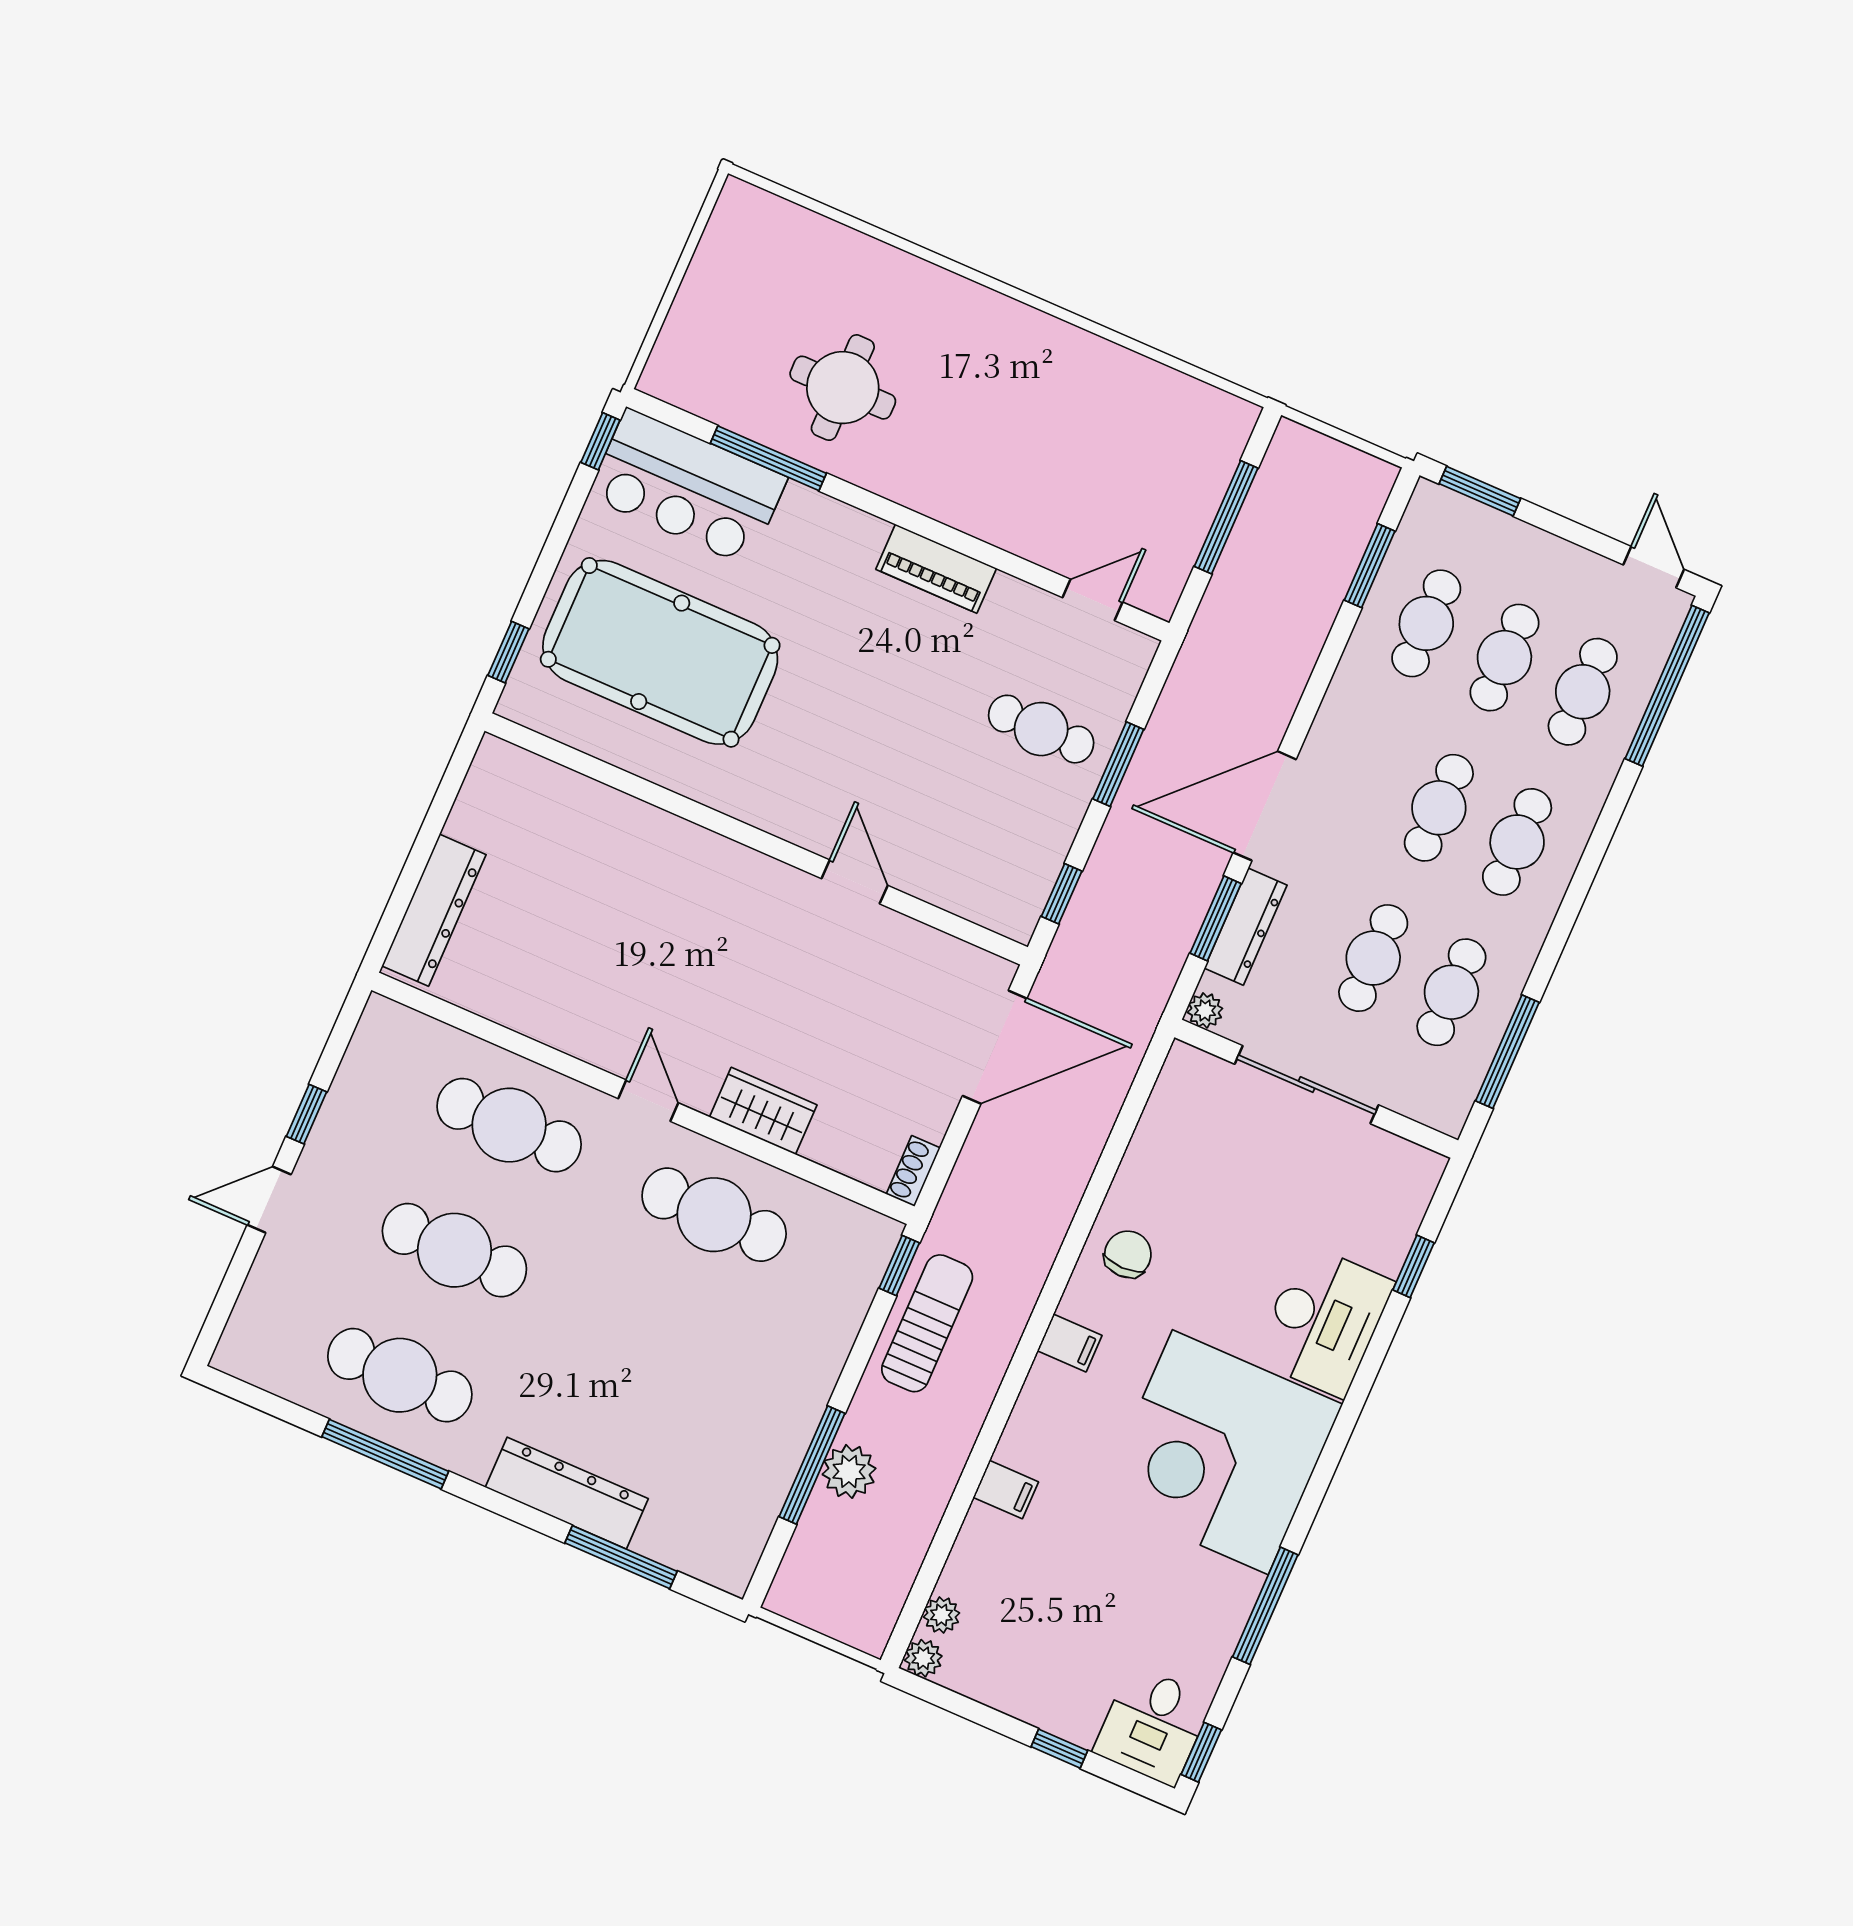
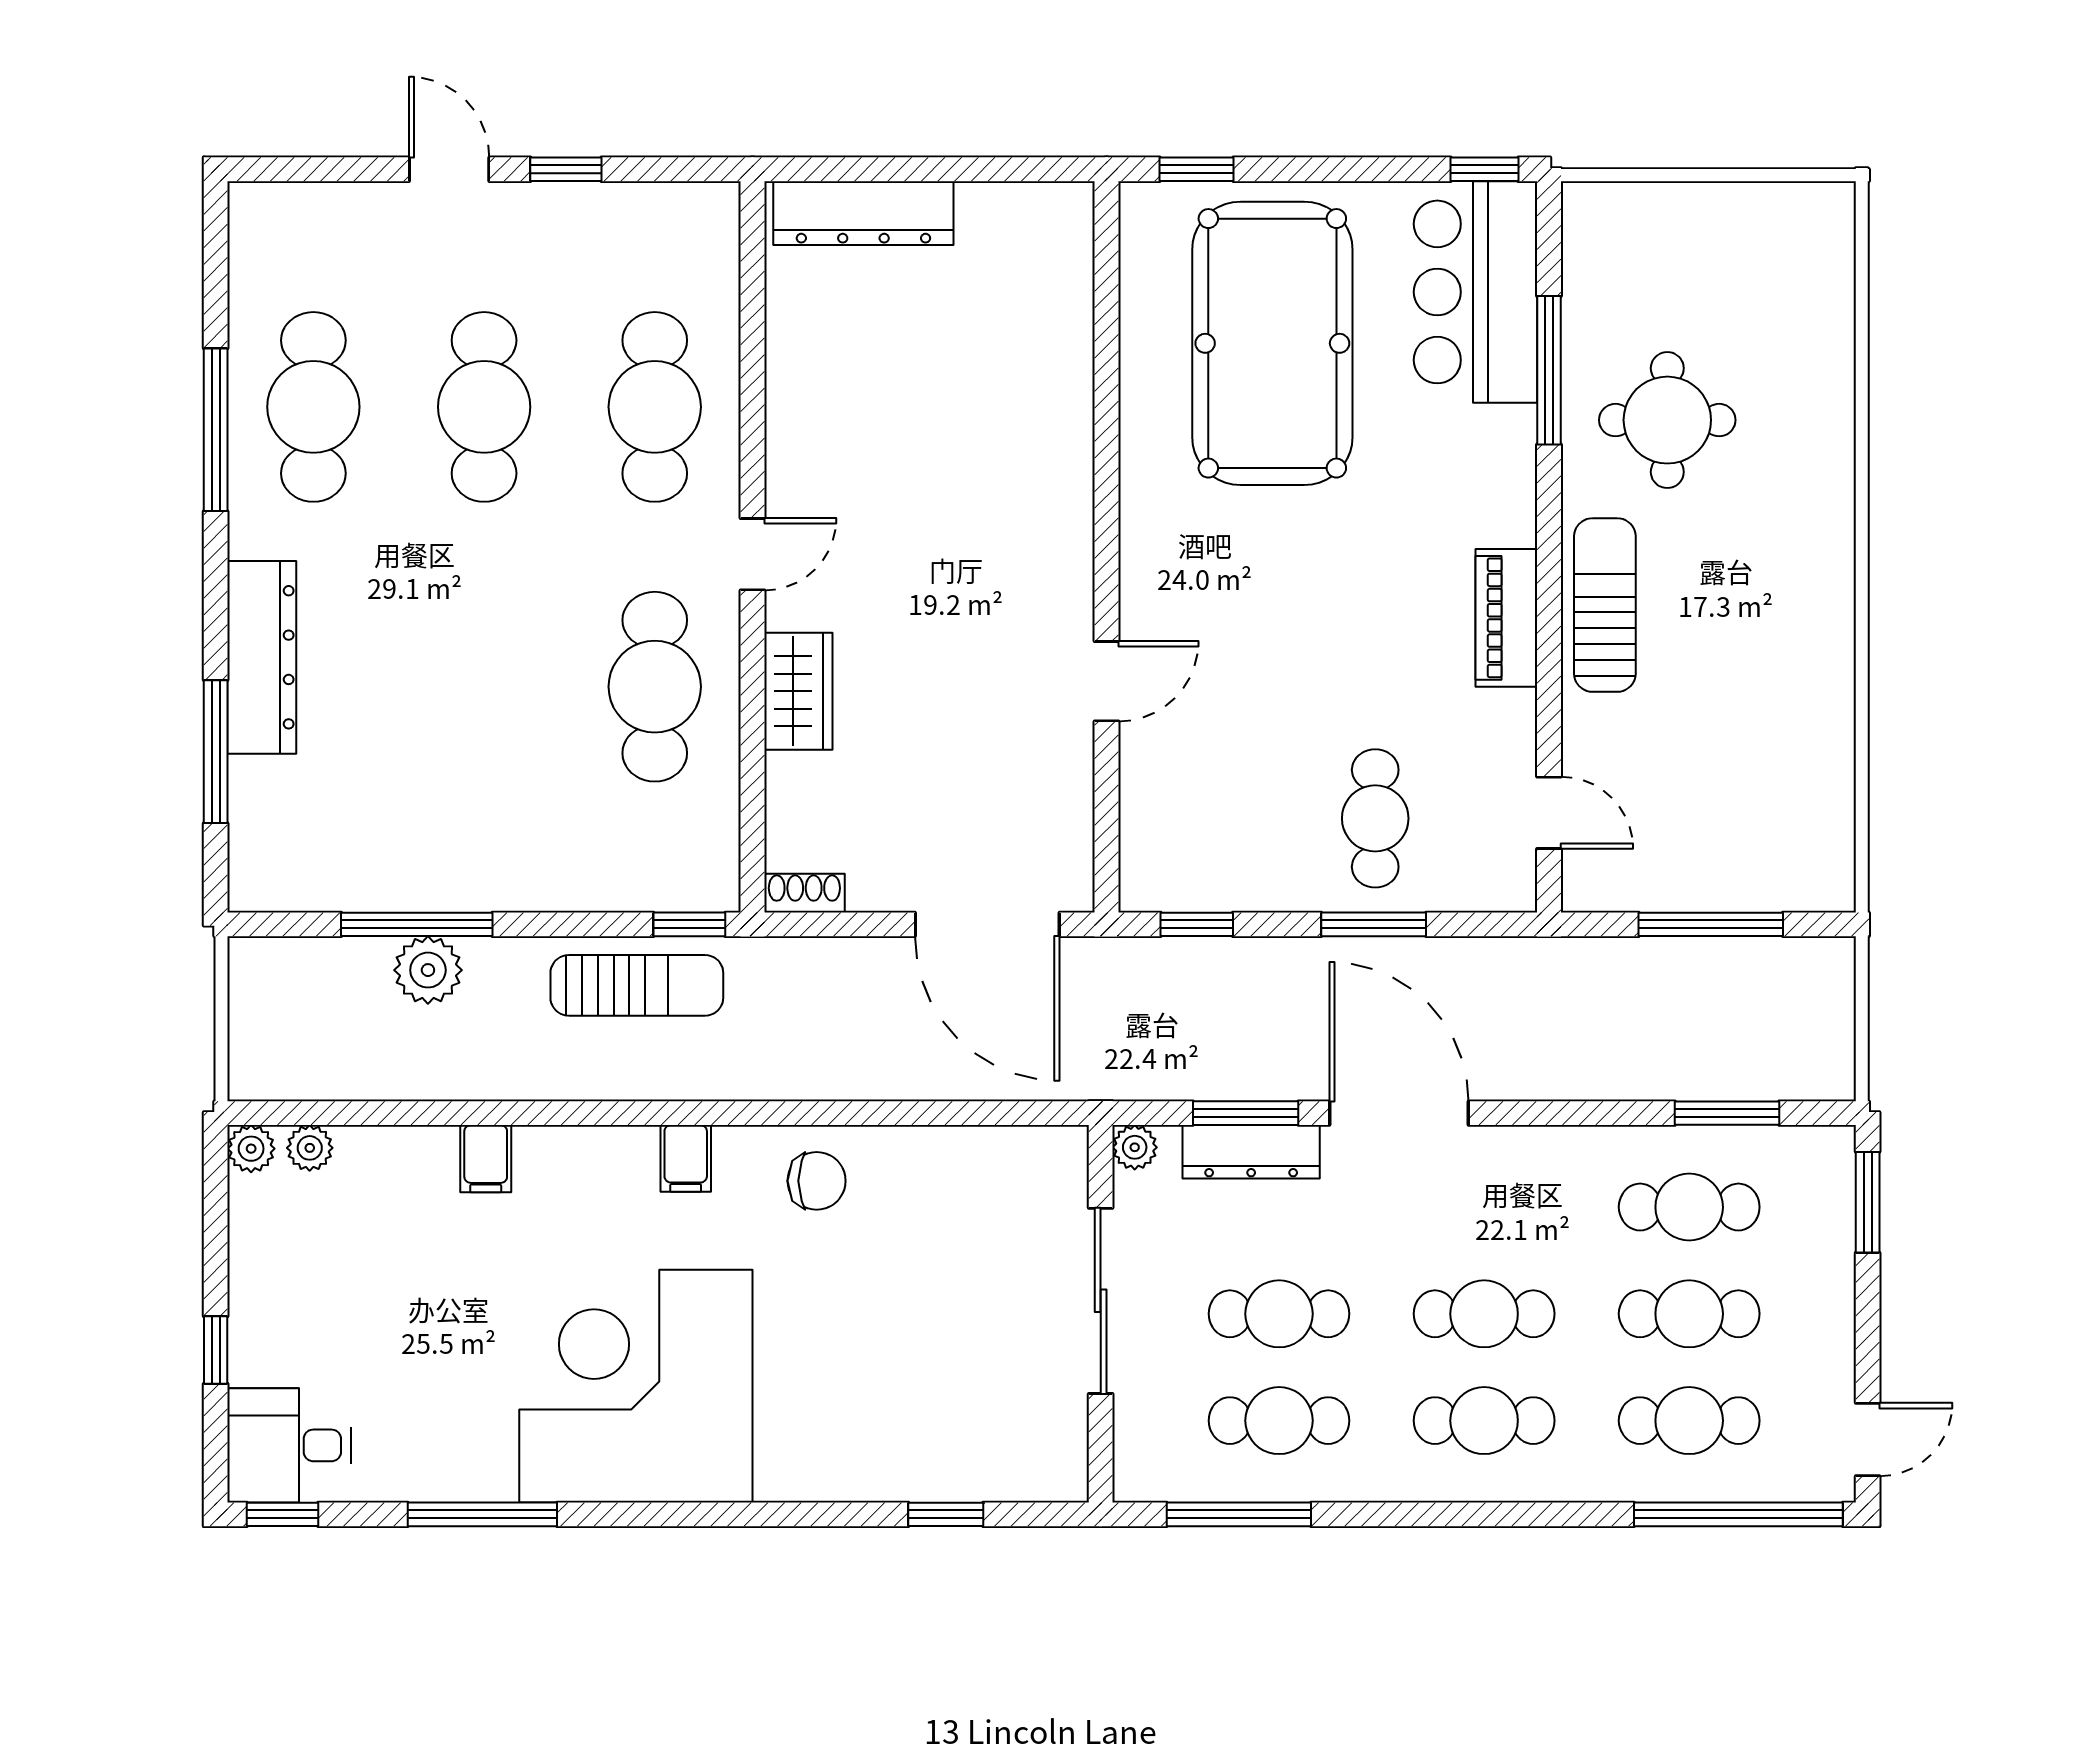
sun lounger: (958, 492) -> (1605, 605), added
desk: (1324, 1321) -> (838, 1439), removed

